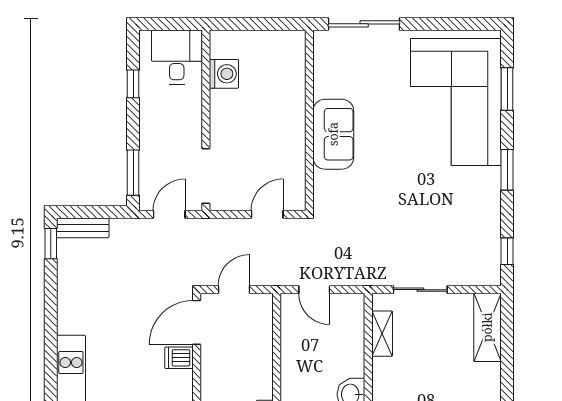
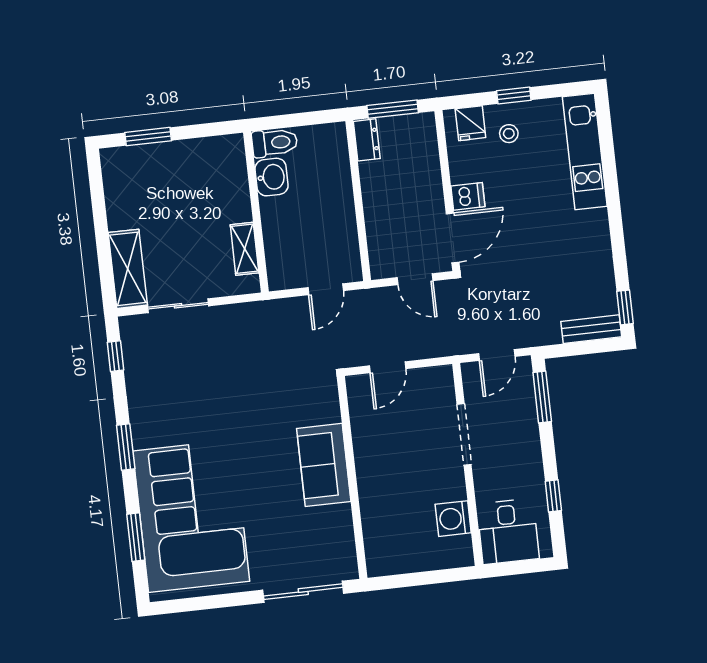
doorway: (206, 176) -> (464, 434), moved
door: (234, 290) -> (415, 279), hinge flipped
door: (314, 290) -> (326, 289), swing flipped
sliding door: (420, 290) -> (178, 306), moved

